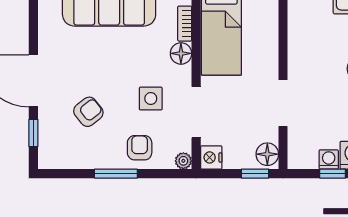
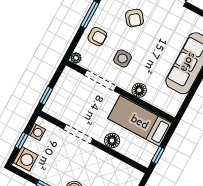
bookcase: (185, 24) -> (155, 102), removed
floor lamp: (267, 154) -> (112, 140), moved
nightstand: (211, 157) -> (69, 75), removed
washing machine: (329, 159) -> (37, 132), moved

